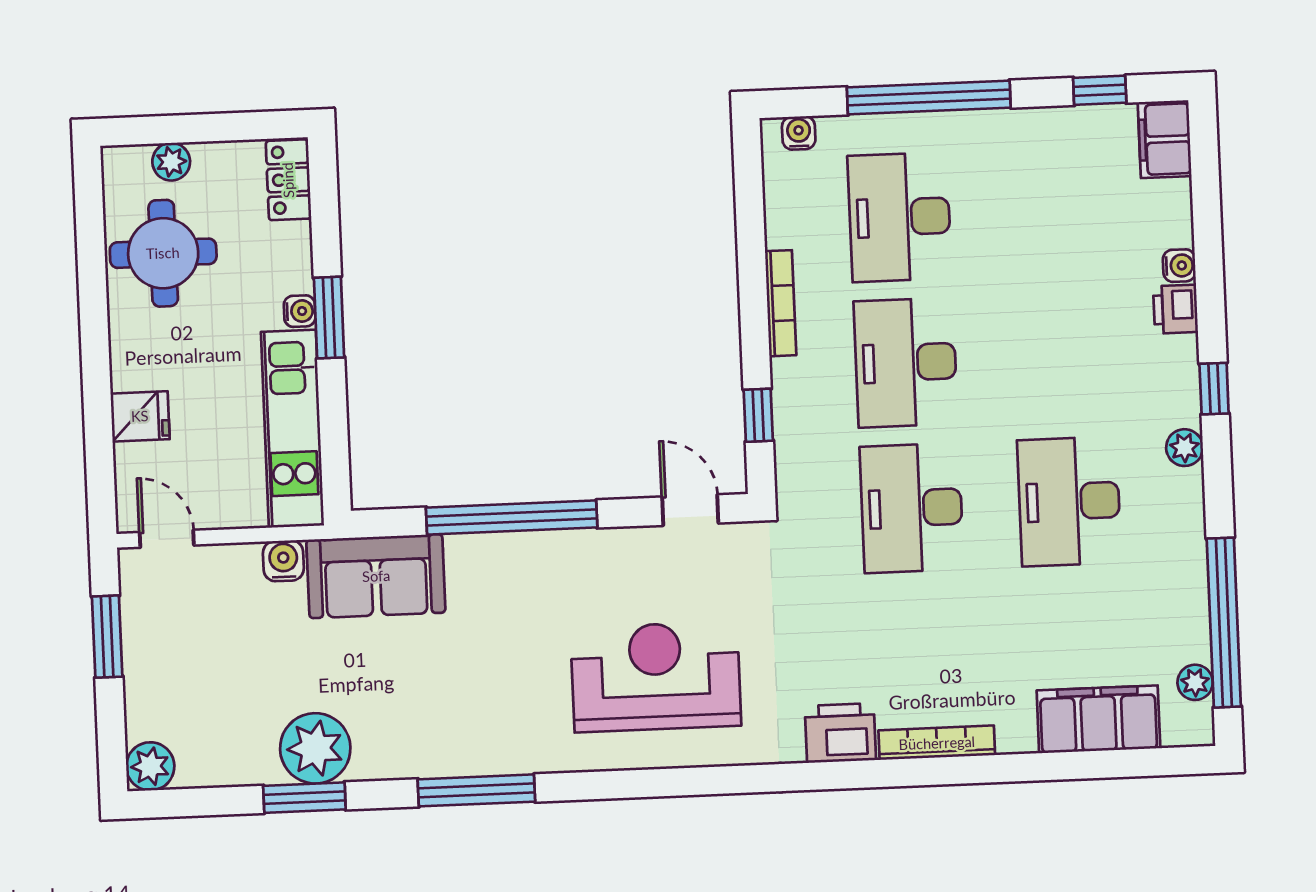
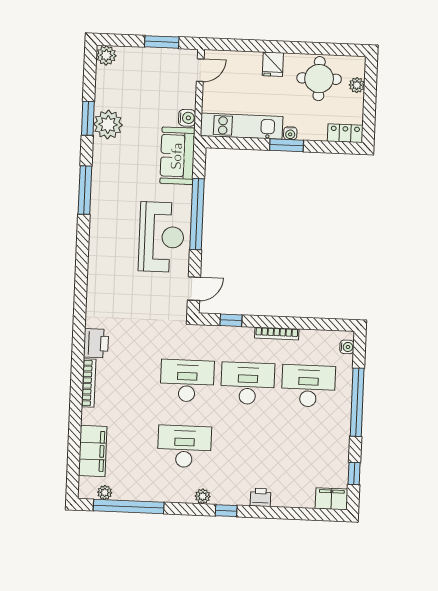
water cooler: (1179, 266) -> (278, 500), removed
fridge: (140, 416) -> (273, 64), moved
reception desk: (656, 677) -> (161, 237), moved

